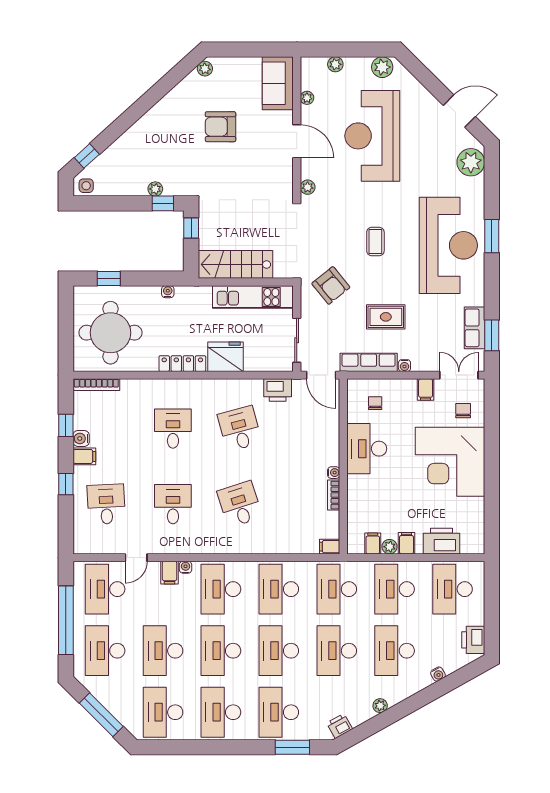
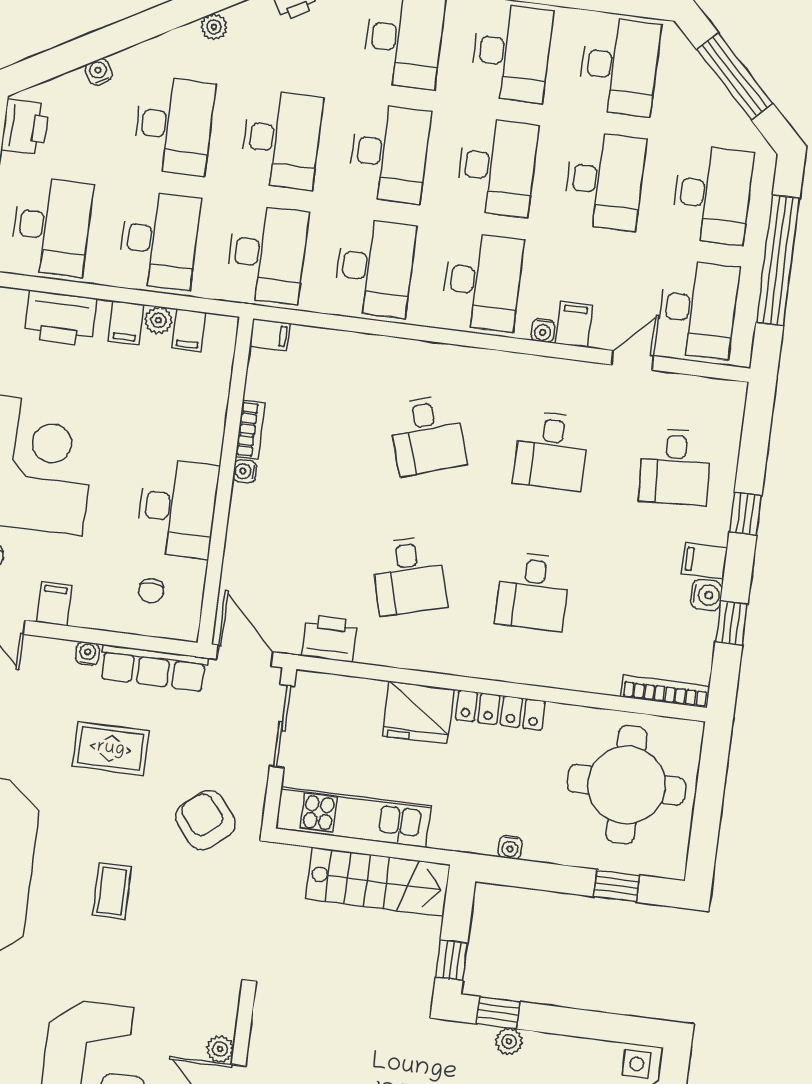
plant: (308, 187) -> (220, 1049), moved

